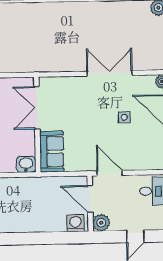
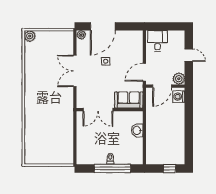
double door: (37, 108) -> (98, 110), moved
wall: (37, 125) -> (110, 110), moved
sofa: (52, 152) -> (129, 100), moved

